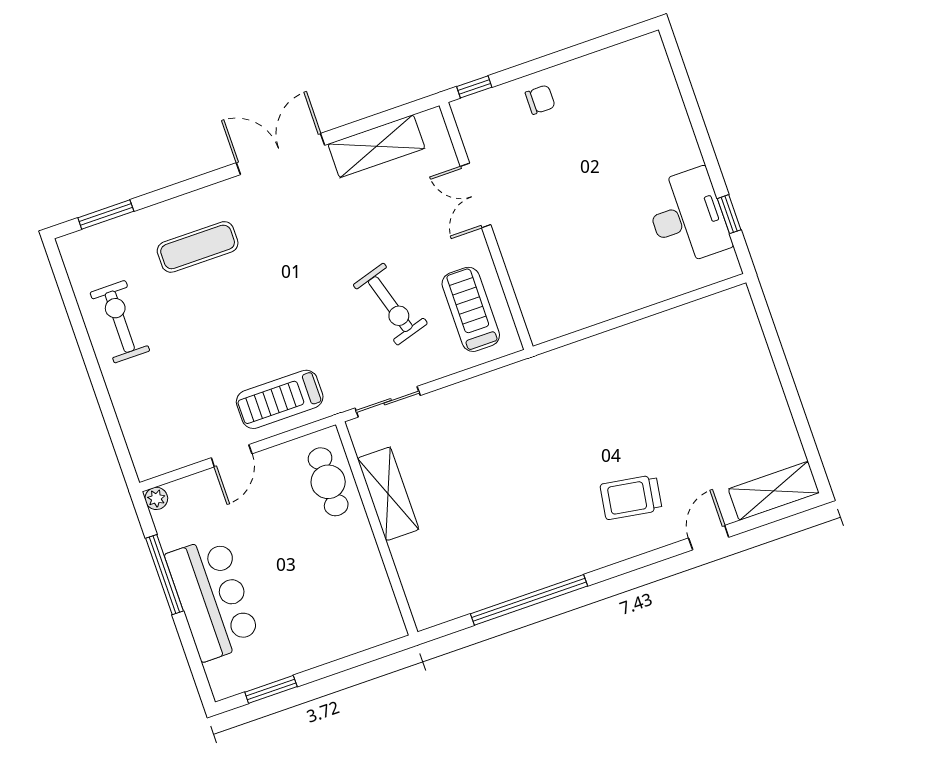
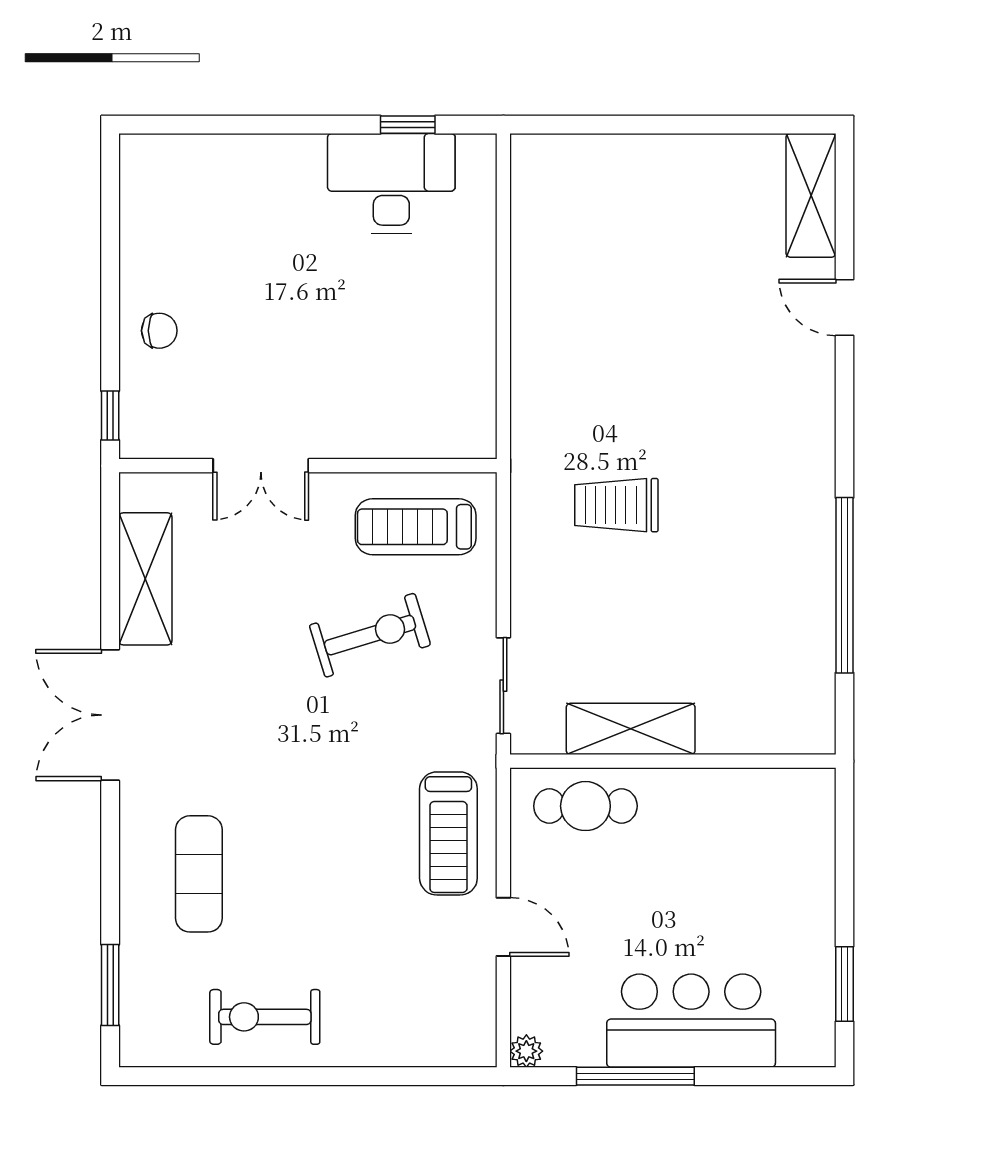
chair: (540, 100) -> (159, 331), turned 90
trolley: (631, 497) -> (616, 505), moved, turned 81

